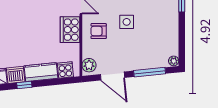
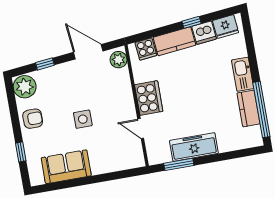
armchair: (99, 31) -> (33, 119), moved
plant: (174, 61) -> (25, 87), width x1.87, depth x1.87
window: (150, 72) -> (45, 64), width x0.46

